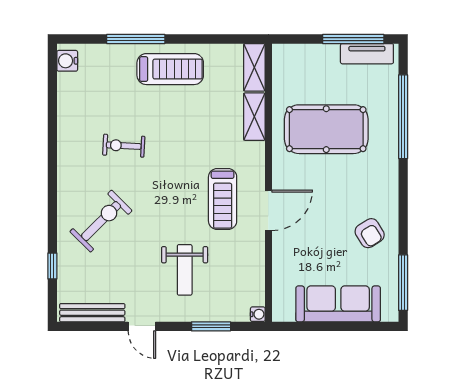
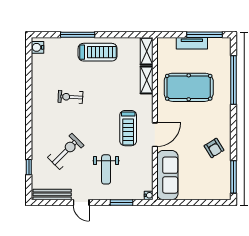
tv unit: (367, 54) -> (192, 43), moved
exercise bike: (101, 221) -> (66, 151), moved
sofa: (338, 304) -> (167, 175), moved, turned 90

